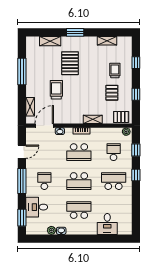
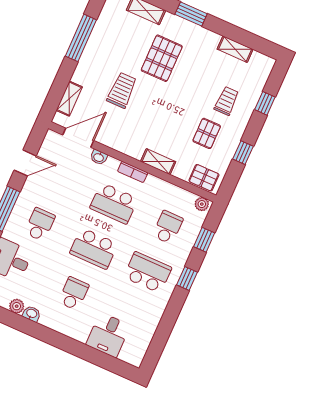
school desk: (79, 210) -> (74, 294), width x0.54

